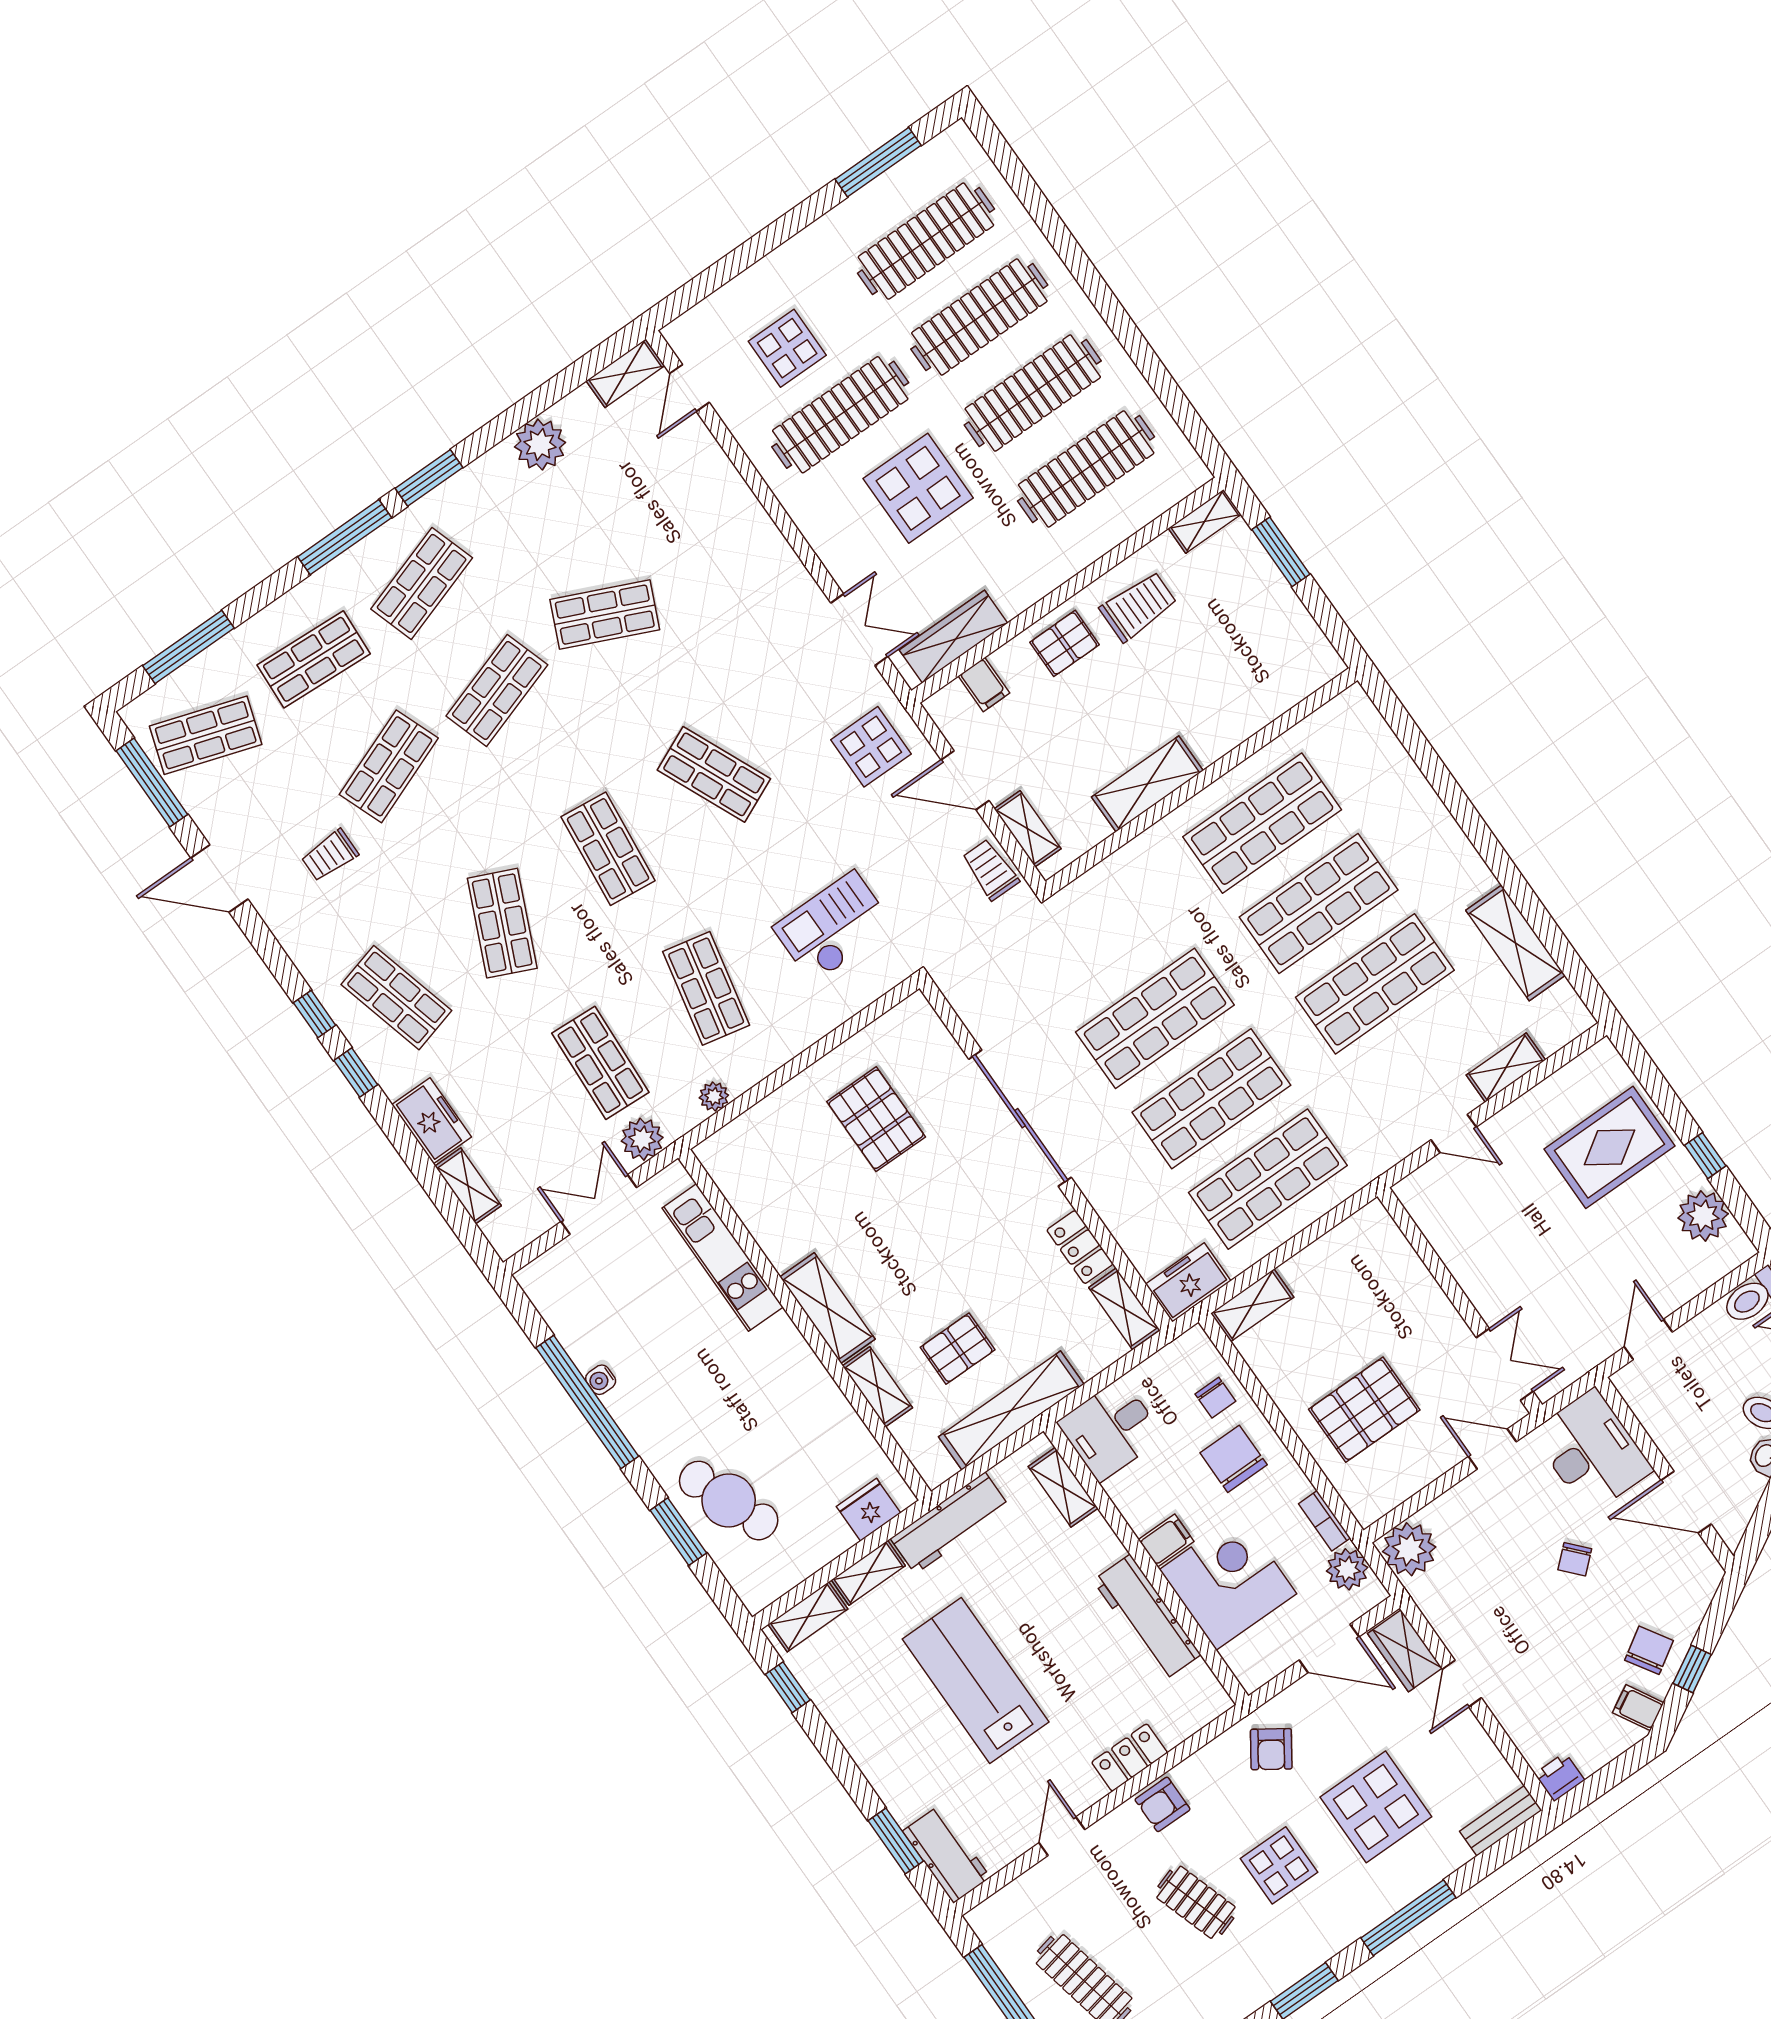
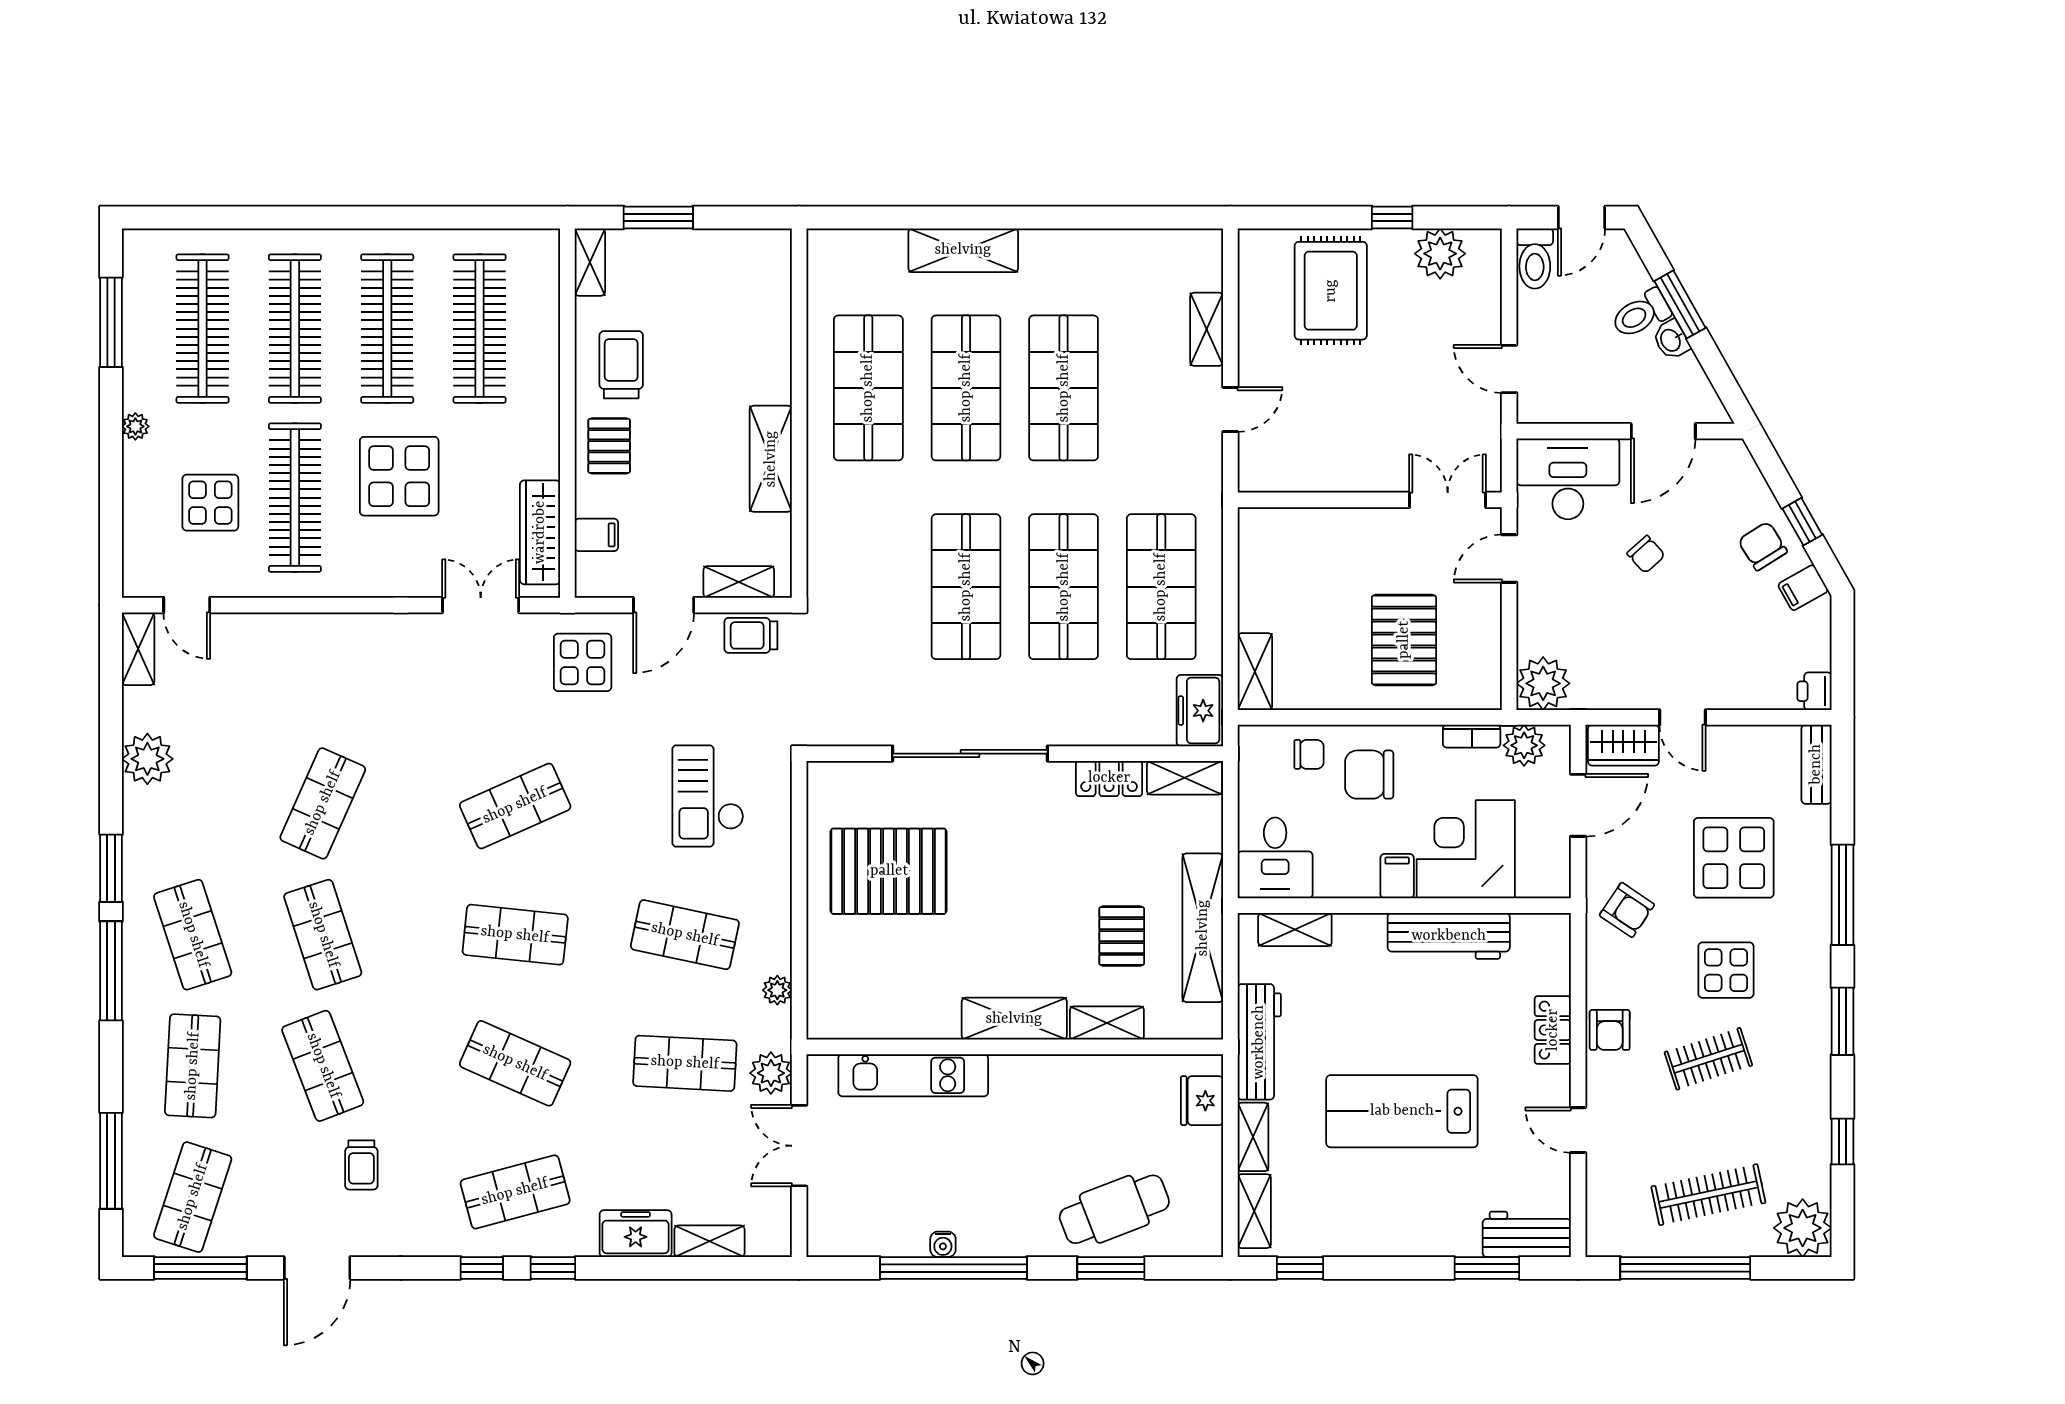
plant: (807, 242) -> (135, 426), added
shelving: (1515, 943) -> (963, 250), moved
pallet: (876, 1119) -> (889, 871), width x1.37, depth x1.41

